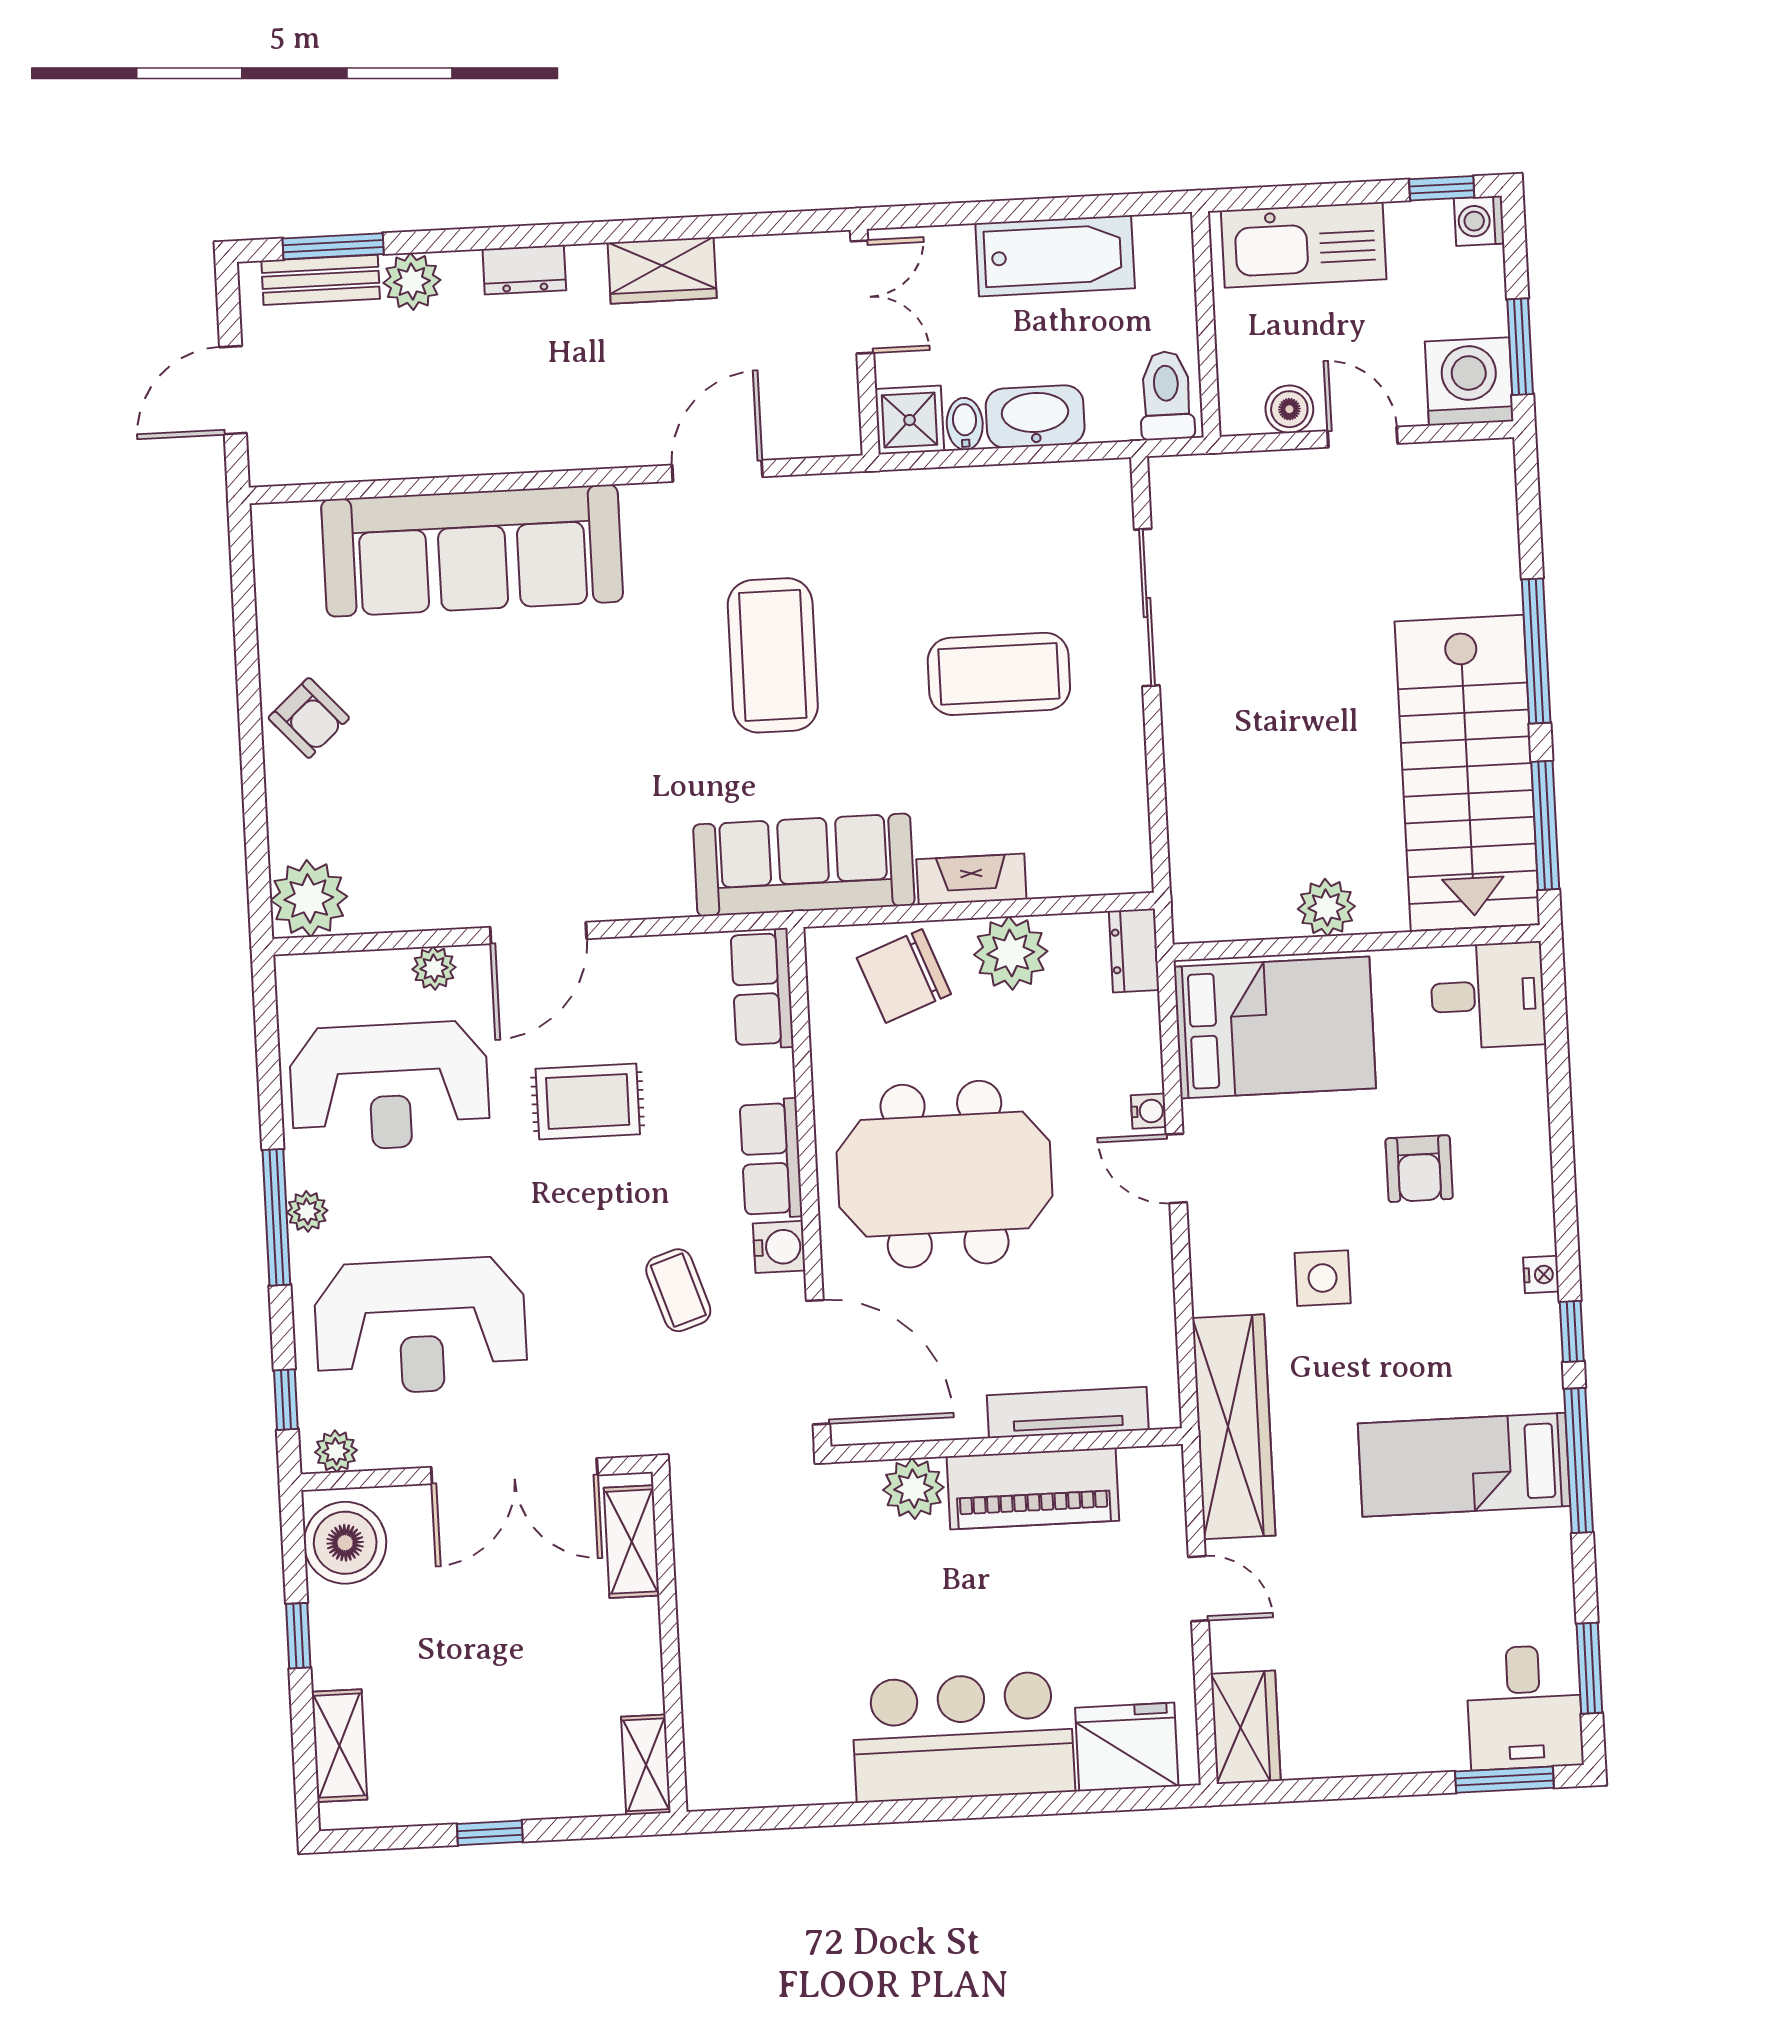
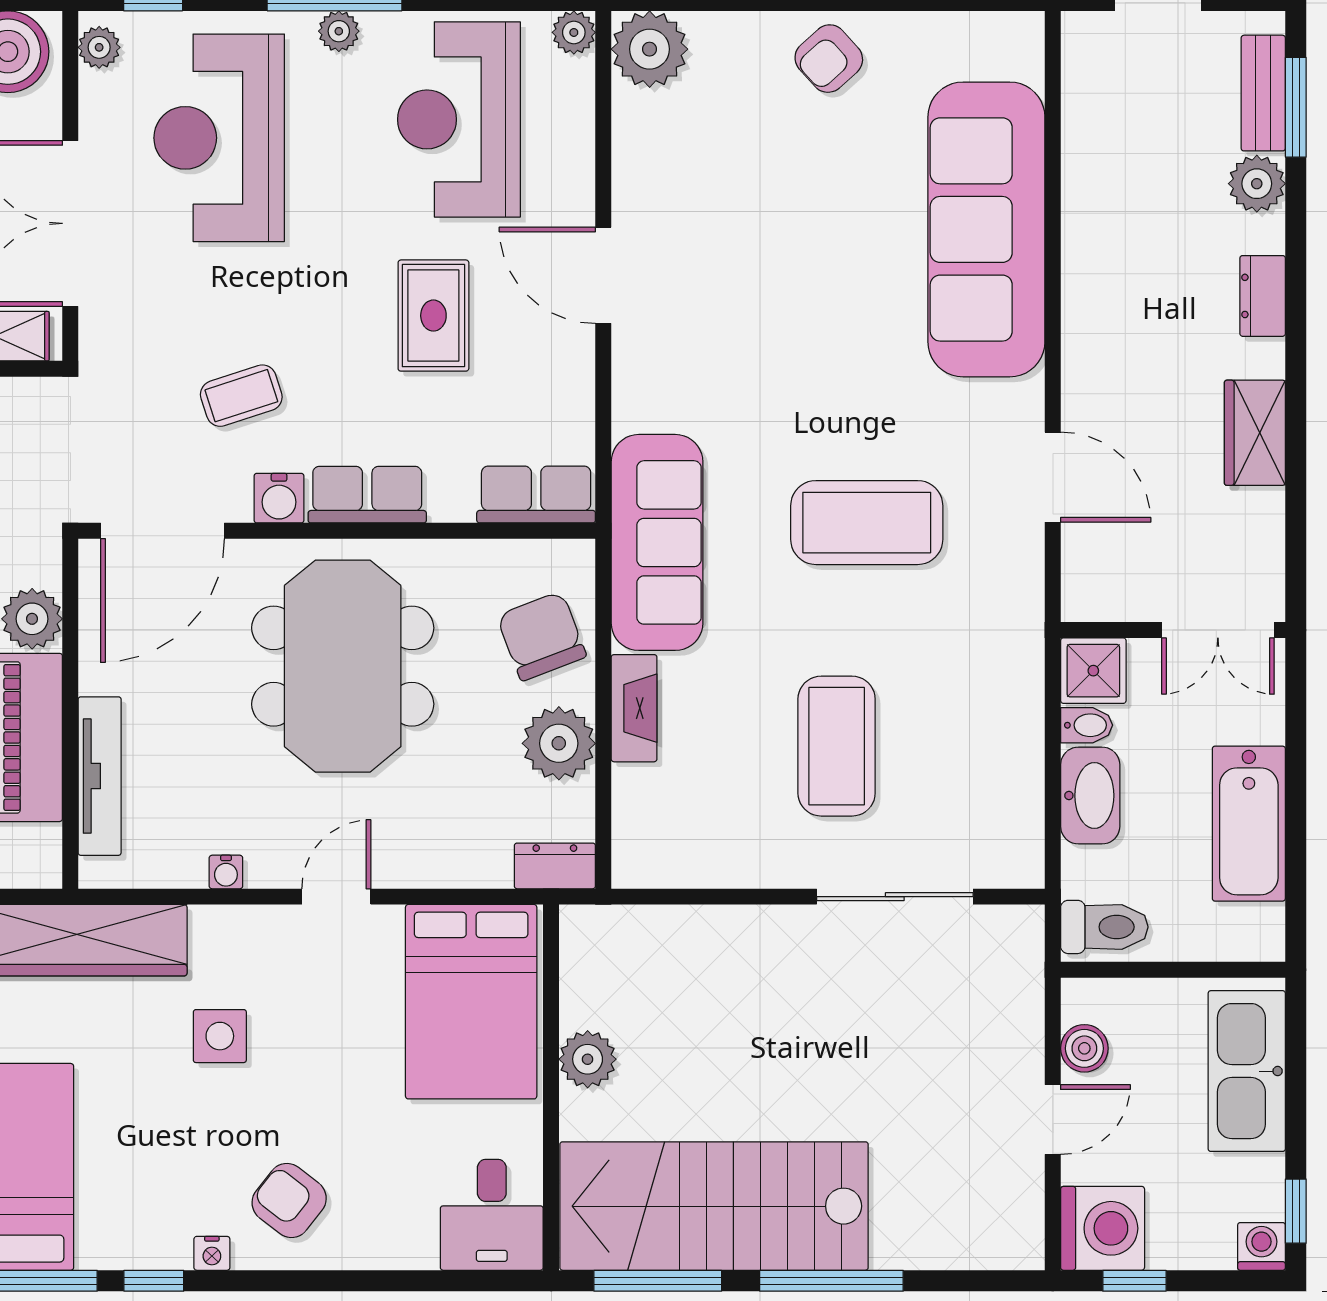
window: (1520, 347) -> (1134, 1281), width x0.67
plant: (434, 968) -> (574, 32), moved
water cooler: (1149, 1111) -> (226, 872), moved
armchair: (1419, 1169) -> (289, 1200), moved, turned 38

